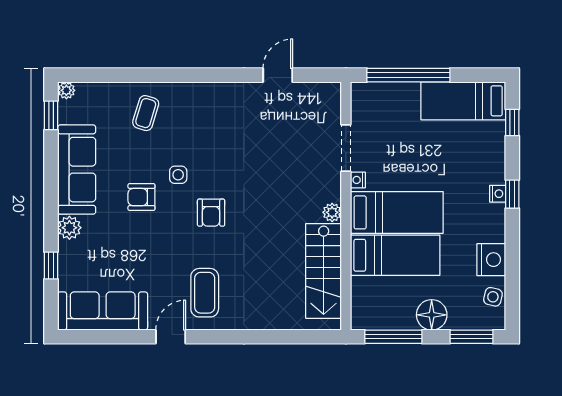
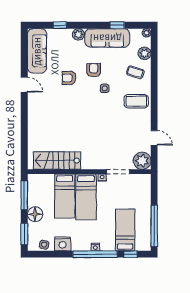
window: (408, 75) -> (154, 226), moved
plant: (108, 95) -> (145, 53), added
bed: (463, 101) -> (125, 230), moved
window: (51, 115) -> (117, 25), moved
window: (512, 194) -> (95, 254), width x3.17
plant: (332, 212) -> (142, 161), moved, width x1.88, depth x1.88
armchair: (211, 213) -> (69, 78), moved
coffee table: (205, 293) -> (136, 101), moved

